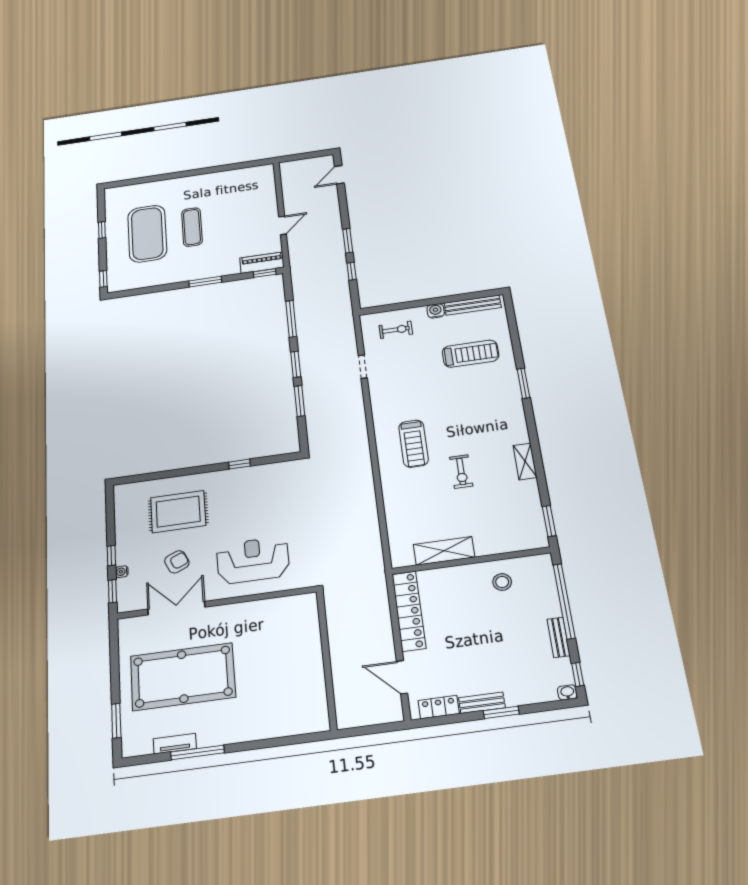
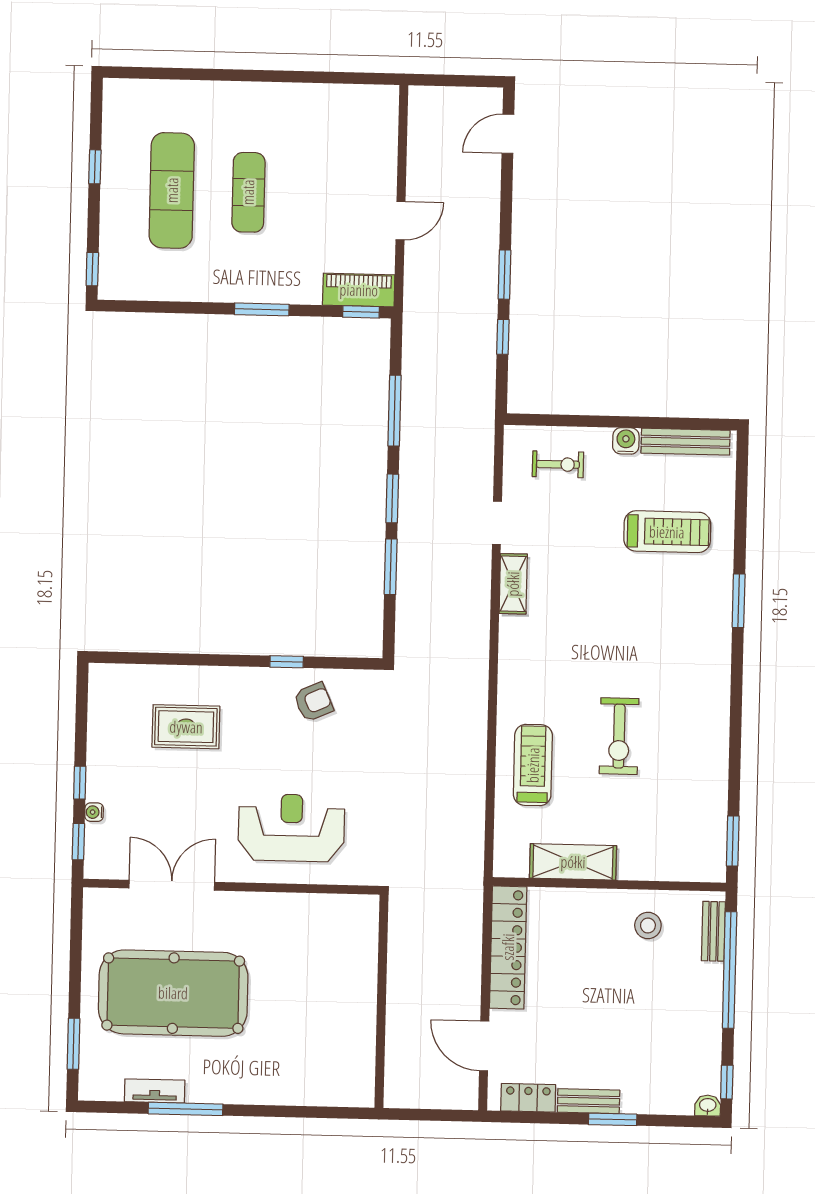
exercise mat: (147, 234) -> (172, 190), width x0.68
treadmill: (414, 444) -> (533, 765), moved, turned 180
shelving: (525, 461) -> (513, 584), moved
exercise bike: (461, 472) -> (619, 736), width x1.38, depth x1.39
rug: (178, 512) -> (186, 727), width x0.73, depth x0.70
armchair: (177, 562) -> (313, 702), moved
bench: (558, 637) -> (713, 931), moved

